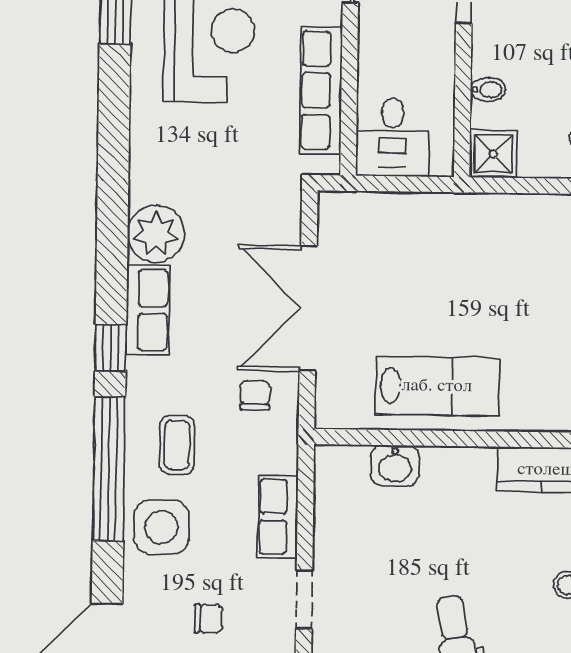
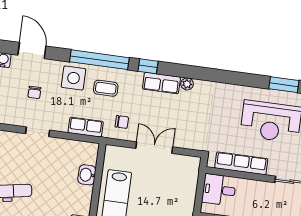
plant: (156, 234) -> (187, 84), width x0.53, depth x0.53
double door: (308, 308) -> (154, 148), width x0.73
row of seats: (278, 517) -> (86, 127), moved

